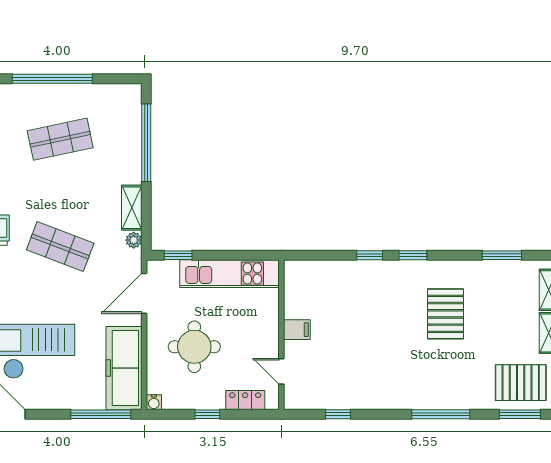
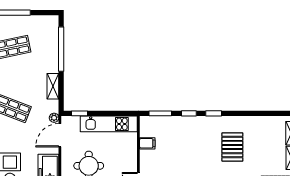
plant: (134, 240) -> (54, 118), moved
window: (502, 255) -> (160, 113), moved
filing cabinet: (297, 330) -> (147, 143), moved

